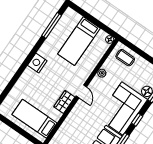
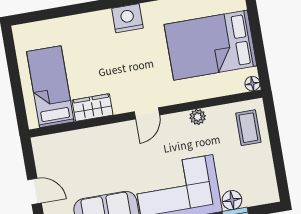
bed: (79, 41) -> (210, 45), width x1.50
wardrobe: (64, 102) -> (92, 108), moved

